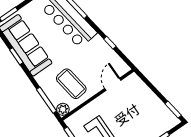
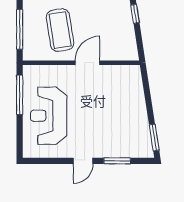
door: (113, 84) -> (87, 63), moved
plant: (63, 109) -> (31, 52), removed

